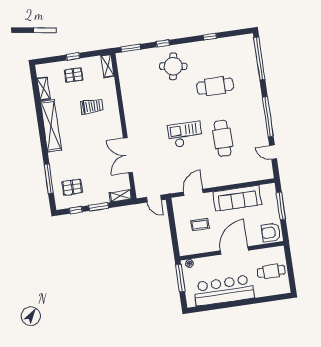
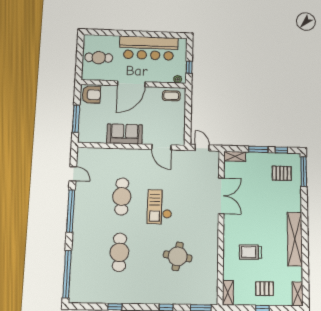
round table: (173, 66) -> (178, 256), moved
cafe table: (215, 86) -> (119, 252), turned 90
shelving: (44, 89) -> (298, 294), moved
checkout: (185, 135) -> (160, 207), turned 90
window: (49, 179) -> (304, 172), moved
door: (193, 192) -> (161, 147), hinge flipped
sofa: (237, 198) -> (125, 134), width x0.73
coffee table: (200, 225) -> (171, 96), moved
window: (180, 278) -> (189, 67), width x0.46

